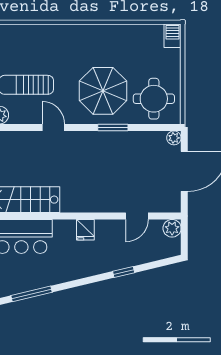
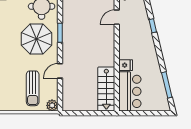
door: (137, 216) -> (117, 17), swing flipped
fridge: (85, 230) -> (126, 65), moved

